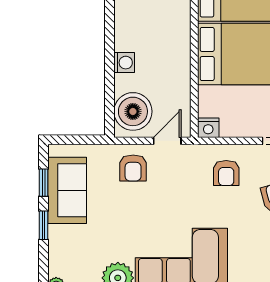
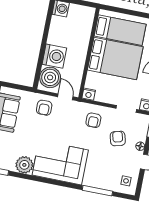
washing machine: (124, 63) -> (54, 56), width x1.89, depth x1.89
door: (167, 141) -> (65, 97), hinge flipped

